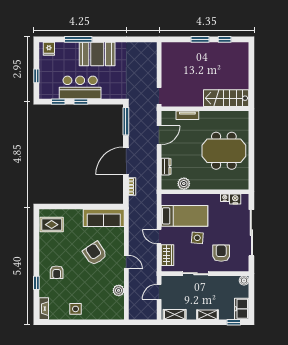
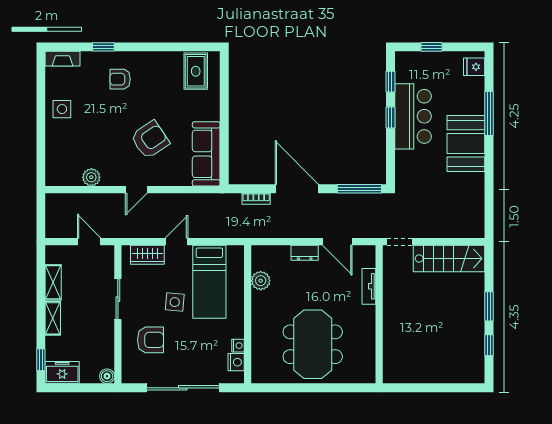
stairs: (226, 98) -> (449, 258), moved, turned 90
dresser: (166, 167) -> (305, 253), moved
shelving: (175, 314) -> (53, 282), moved

